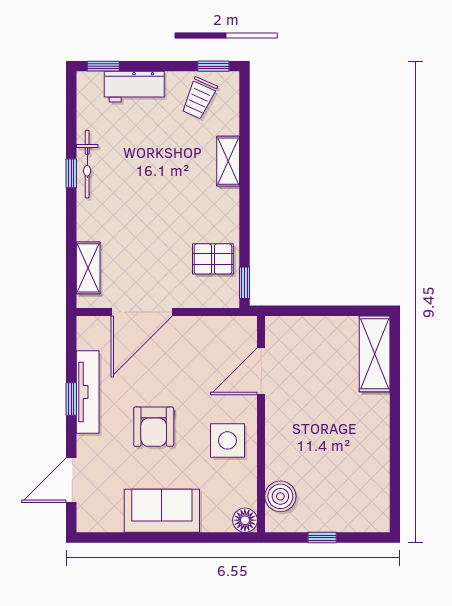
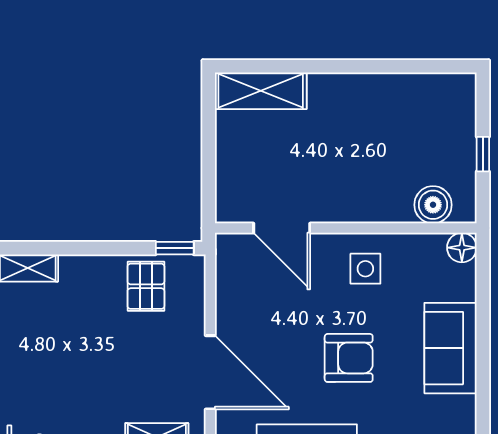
side table: (227, 440) -> (365, 269), width x0.73, depth x0.73

